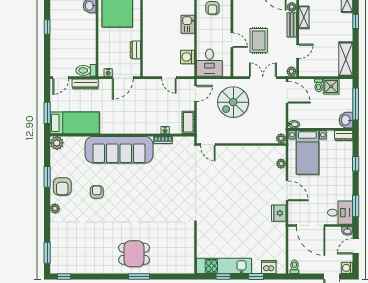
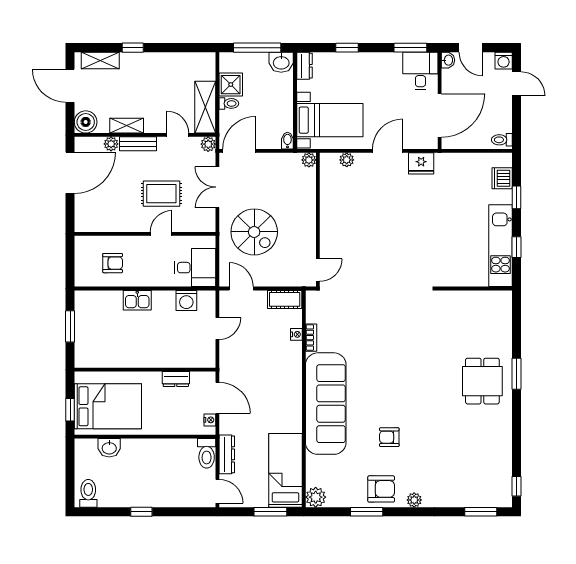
shelving: (346, 59) -> (205, 107), moved, turned 90

